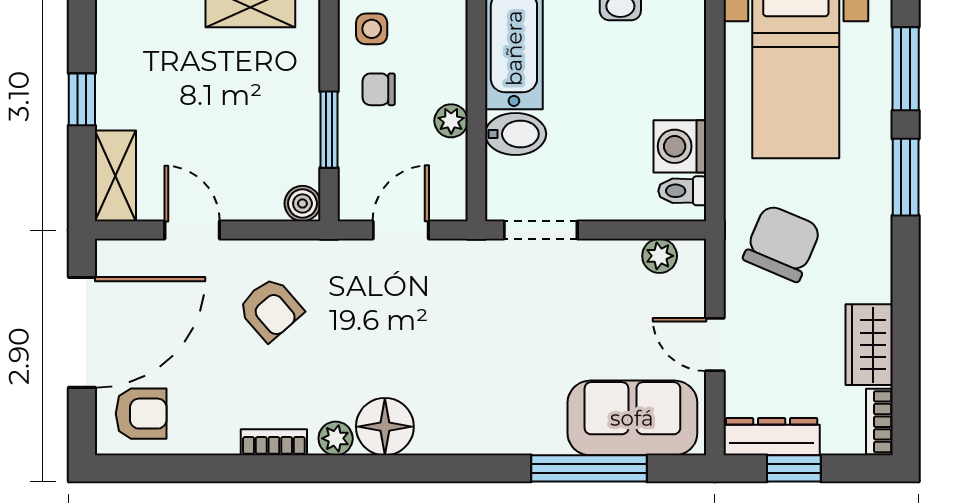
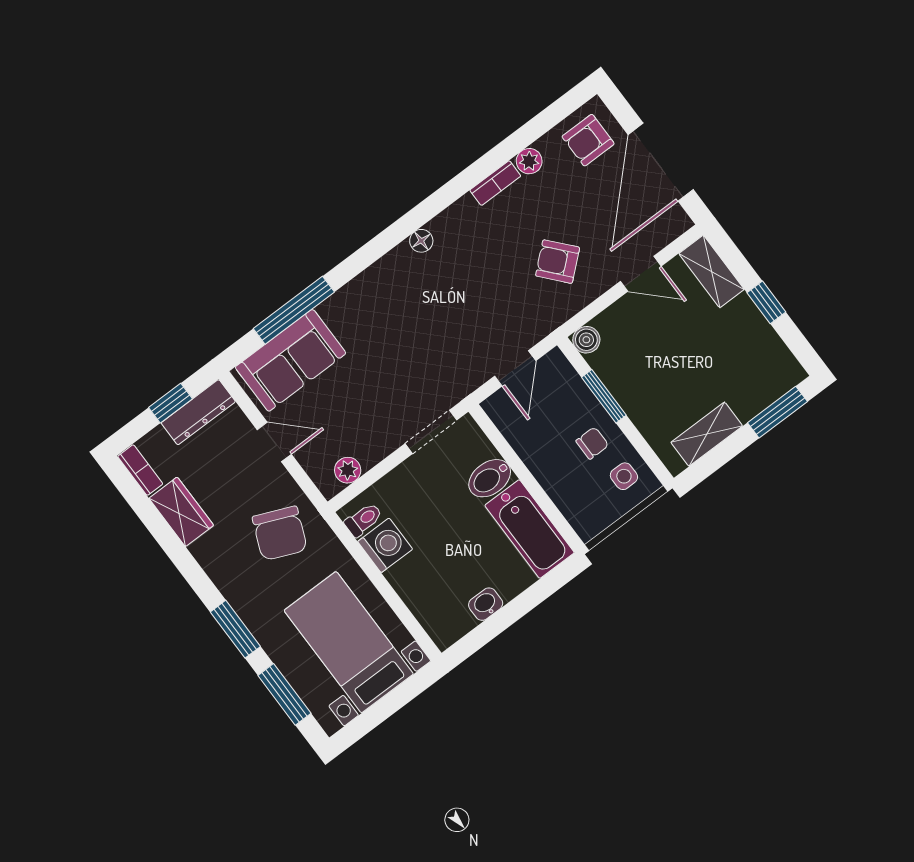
plant: (451, 121) -> (534, 457), removed
floor lamp: (385, 427) -> (421, 241), width x0.53, depth x0.53
plant: (336, 438) -> (529, 161), moved

